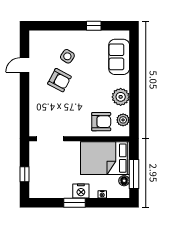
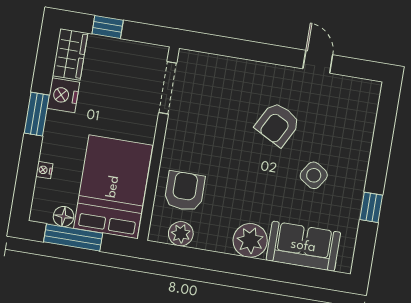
side table: (67, 56) -> (314, 175), moved
plant: (121, 97) -> (250, 240), moved
armchair: (101, 122) -> (184, 191), turned 180
wardrobe: (42, 191) -> (70, 54), added
nightstand: (81, 191) -> (63, 95), moved

